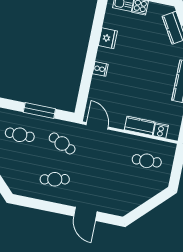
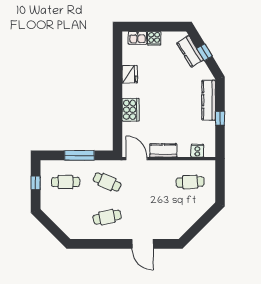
cooker: (100, 69) -> (131, 110), width x1.87, depth x1.31
kitchen counter: (140, 126) -> (163, 150), moved

